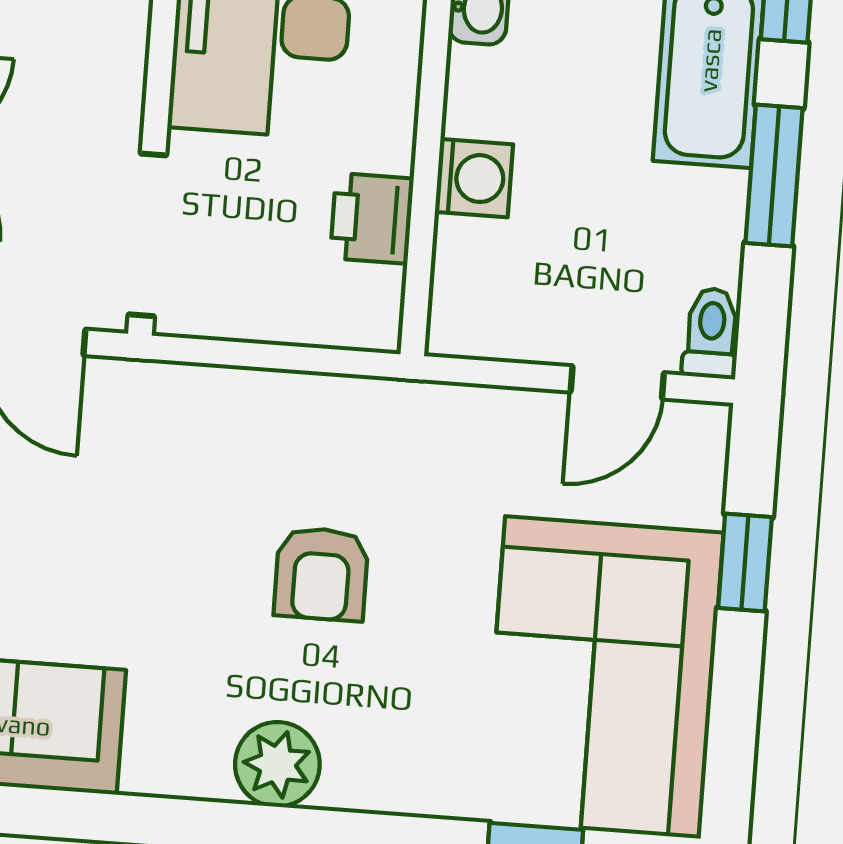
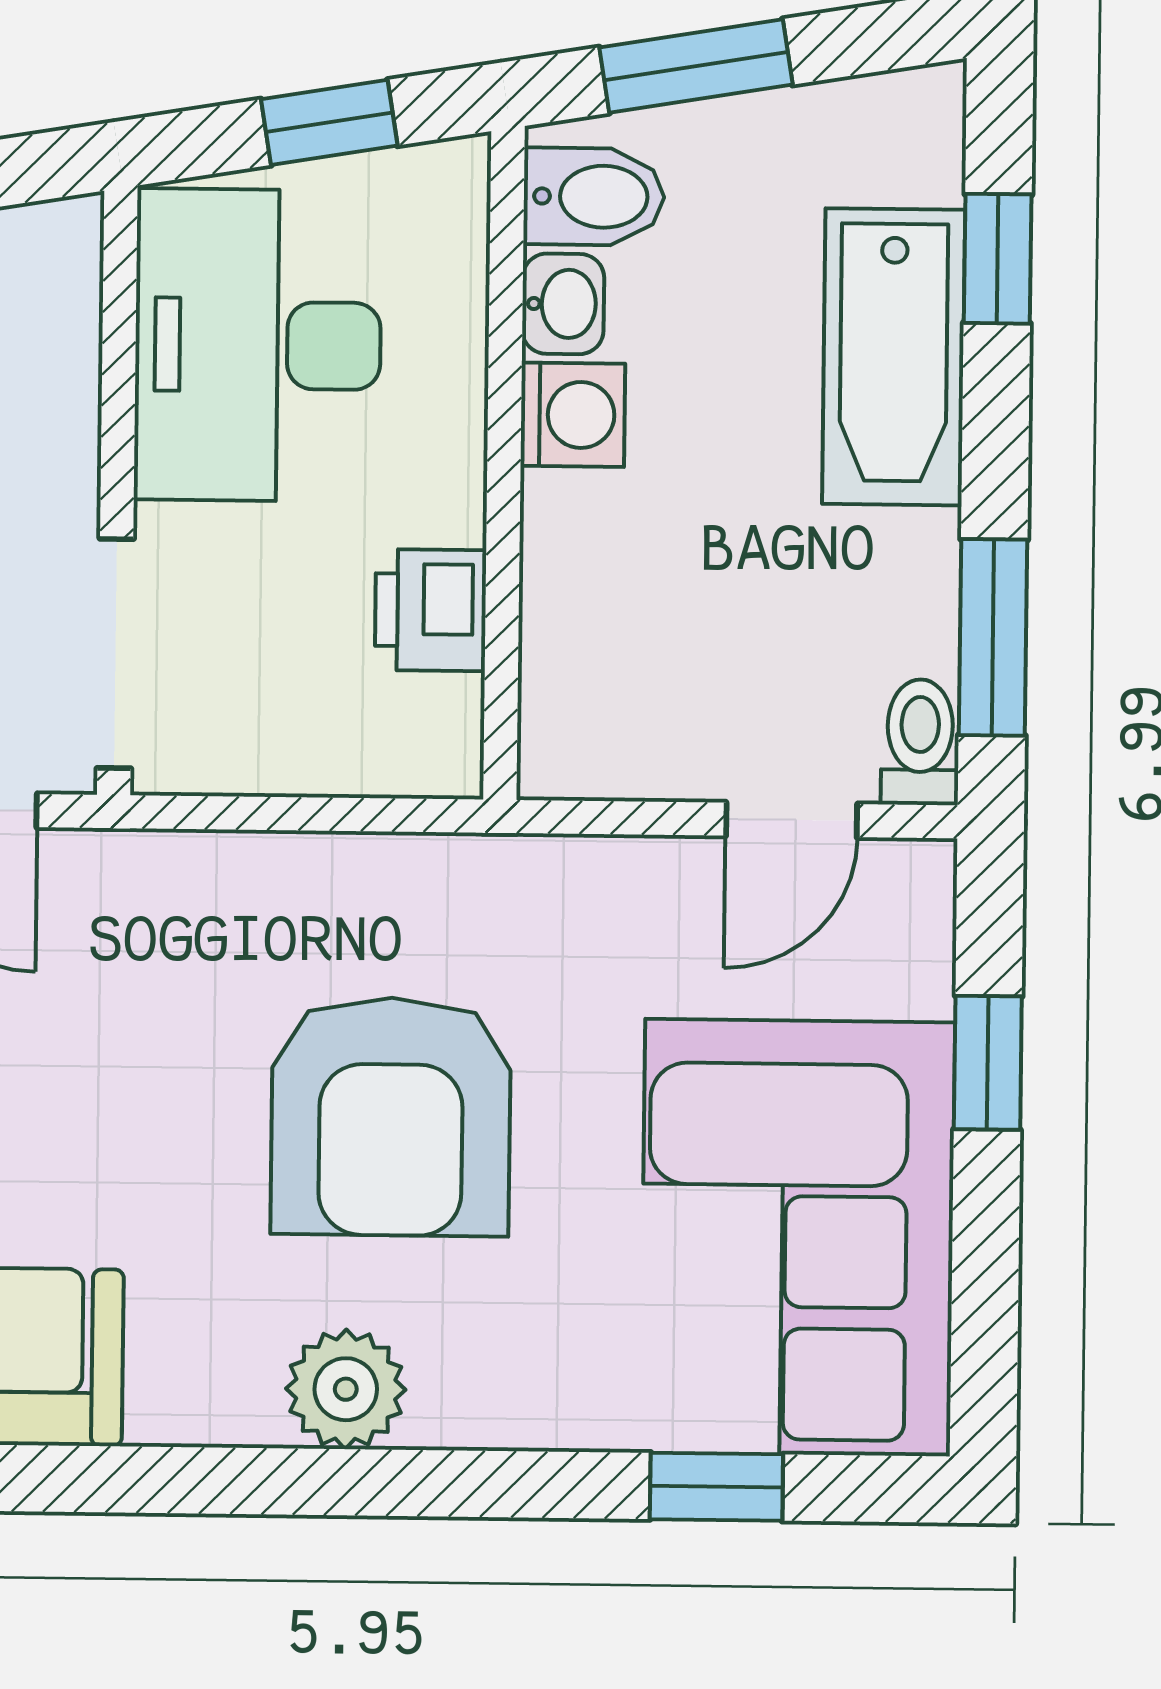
window: (774, 175) -> (993, 637), moved
washing machine: (474, 178) -> (573, 415), moved
armchair: (321, 574) -> (391, 1116), width x1.88, depth x1.88

